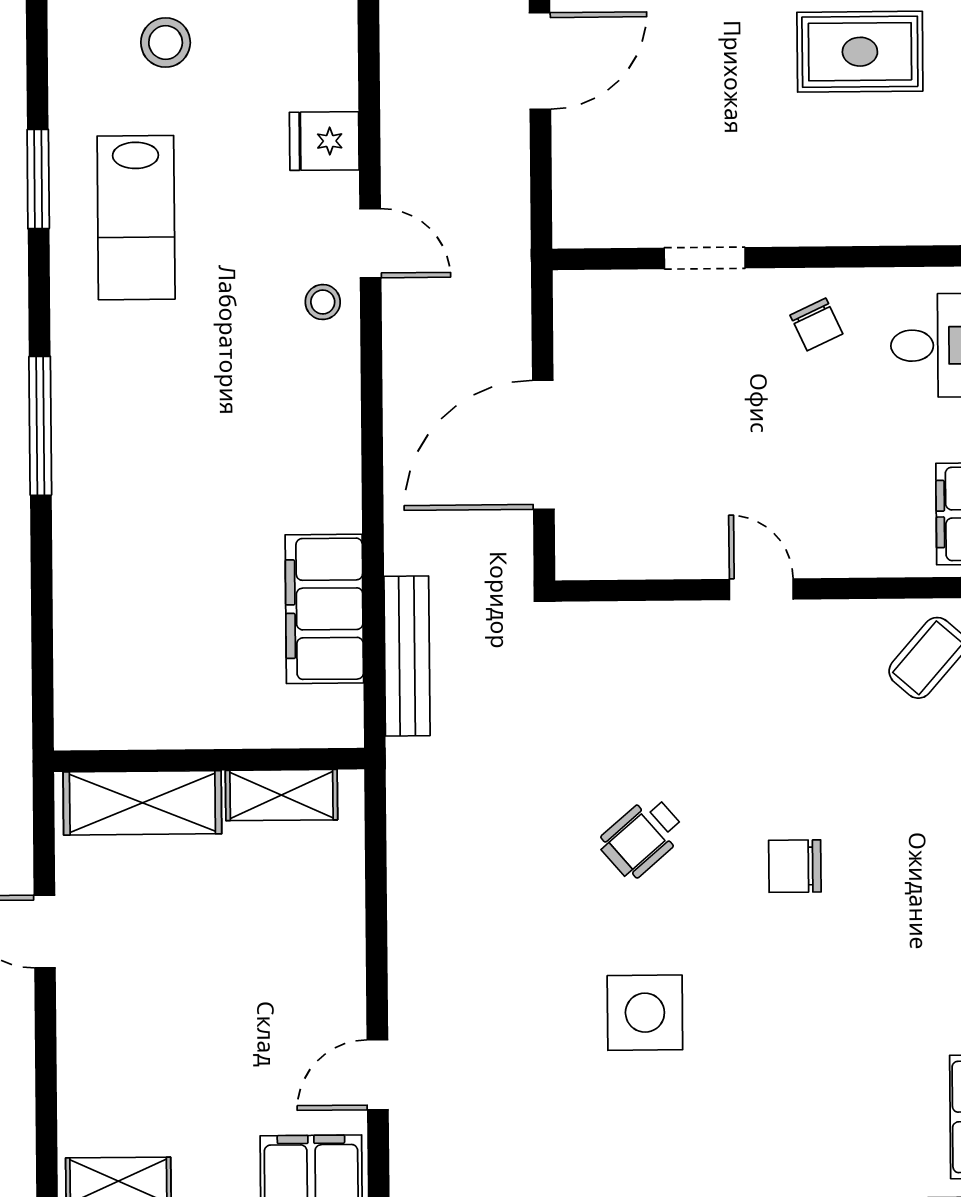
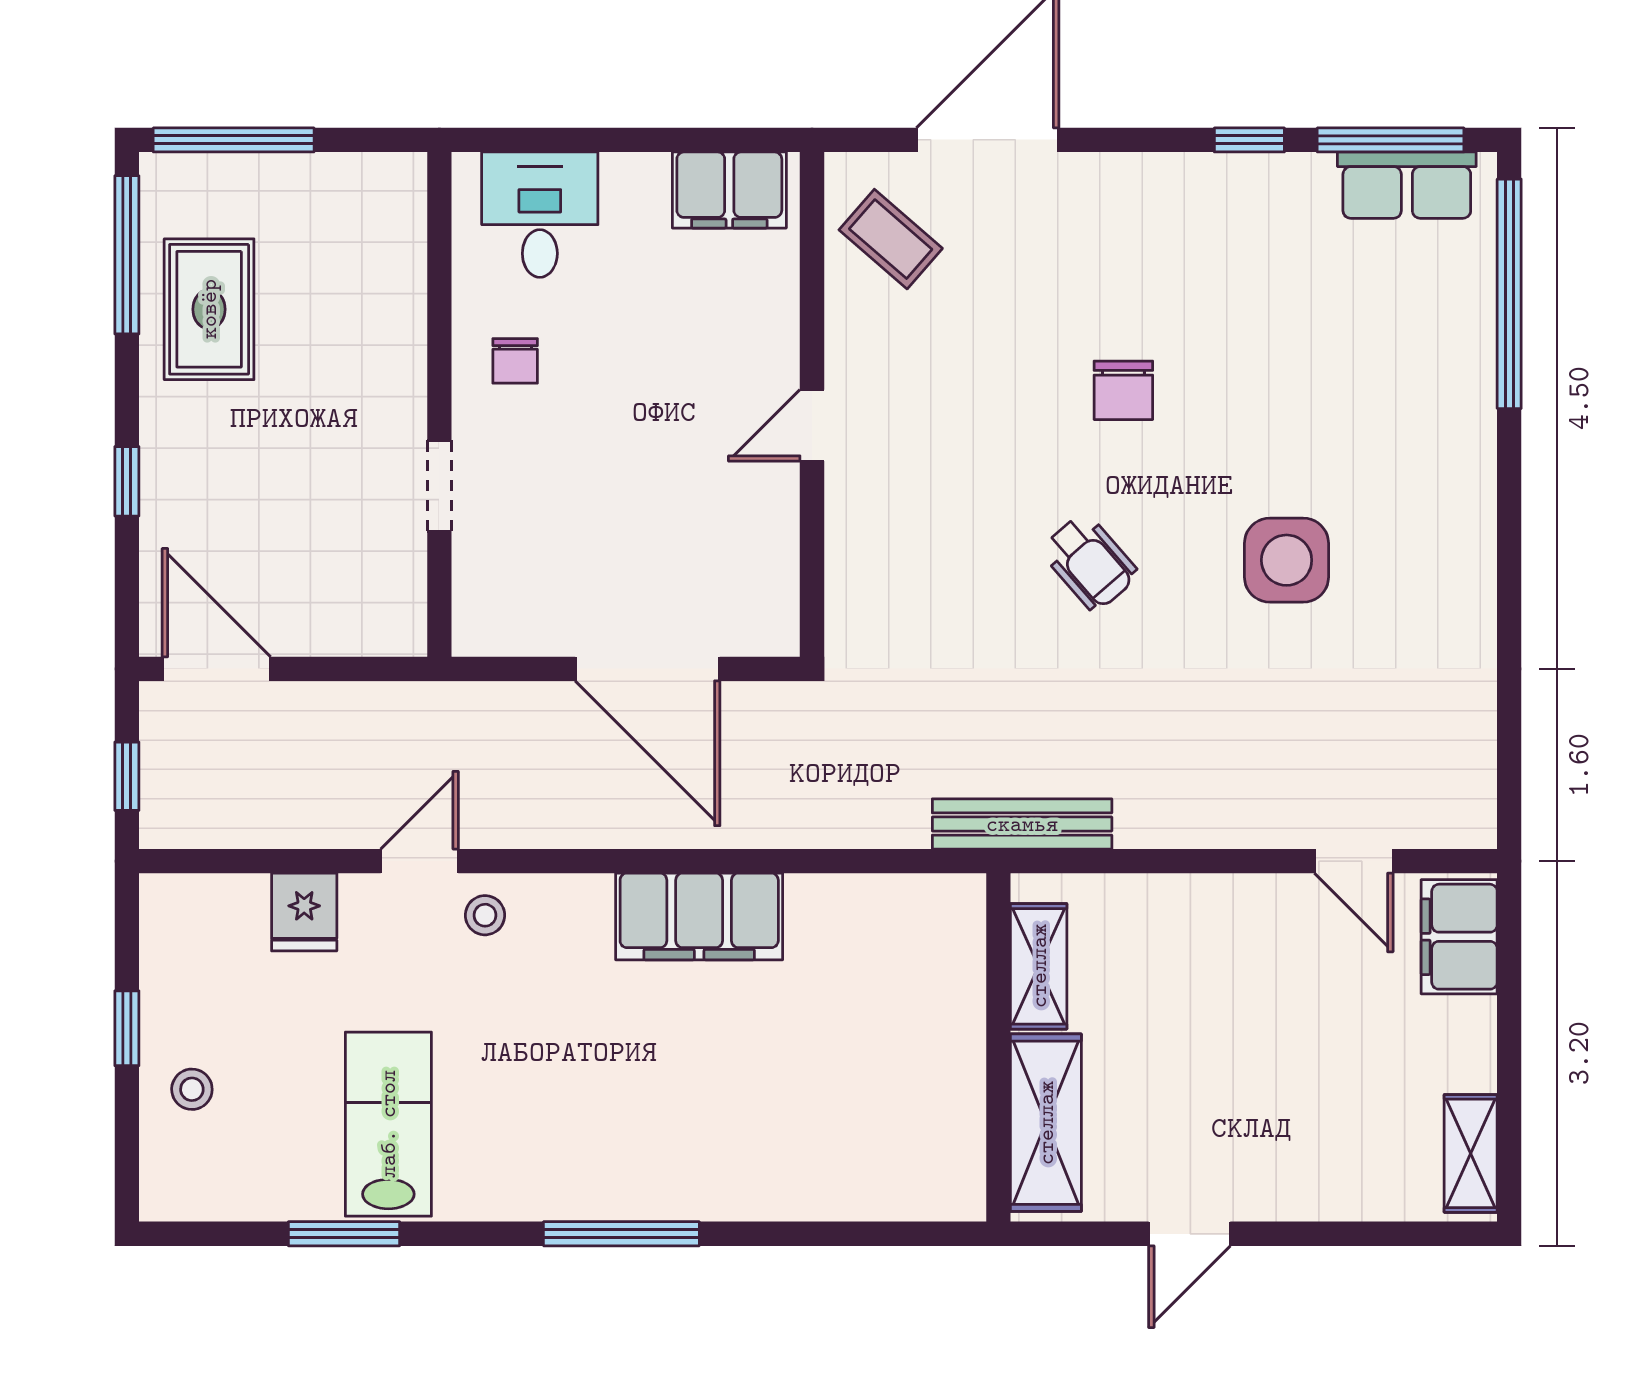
stool: (166, 42) -> (192, 1089), width x0.73, depth x0.73
lab bench: (136, 218) -> (388, 1124), turned -90
chair: (816, 324) -> (515, 361), turned 115
filing cabinet: (324, 609) -> (699, 916), moved
bench: (407, 656) -> (1022, 824), moved

